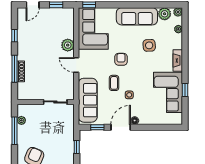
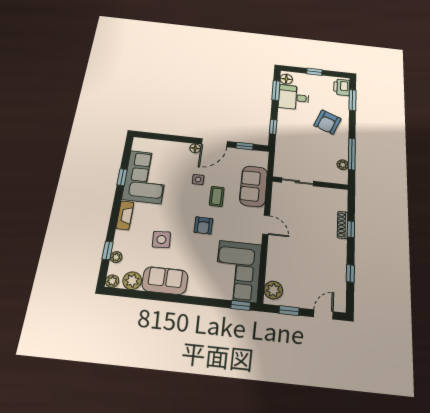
sofa: (137, 16) -> (165, 281), width x0.73
window: (185, 33) -> (108, 250), added
plant: (68, 45) -> (273, 290), moved
window: (14, 69) -> (351, 229), width x0.46
sofa: (88, 100) -> (254, 186), width x0.73

